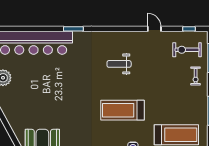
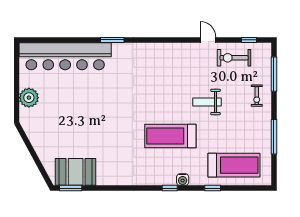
exercise bike: (187, 50) -> (234, 58), moved
weight bench: (119, 64) -> (207, 102), moved

